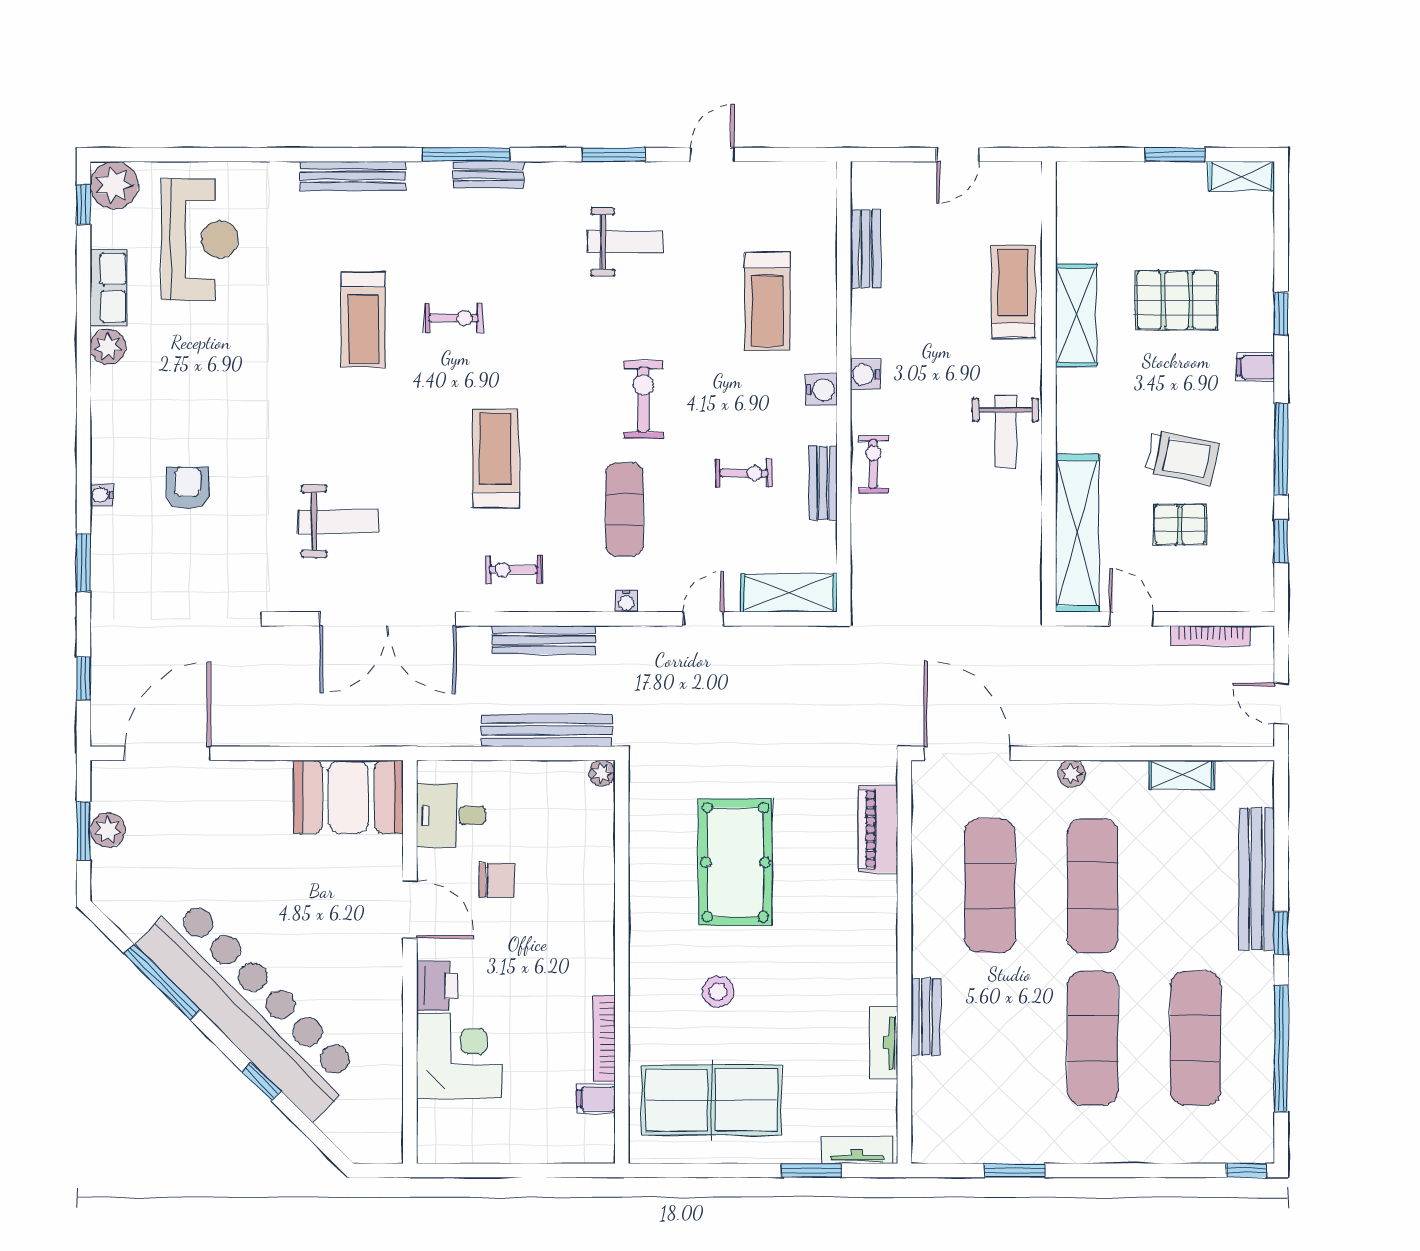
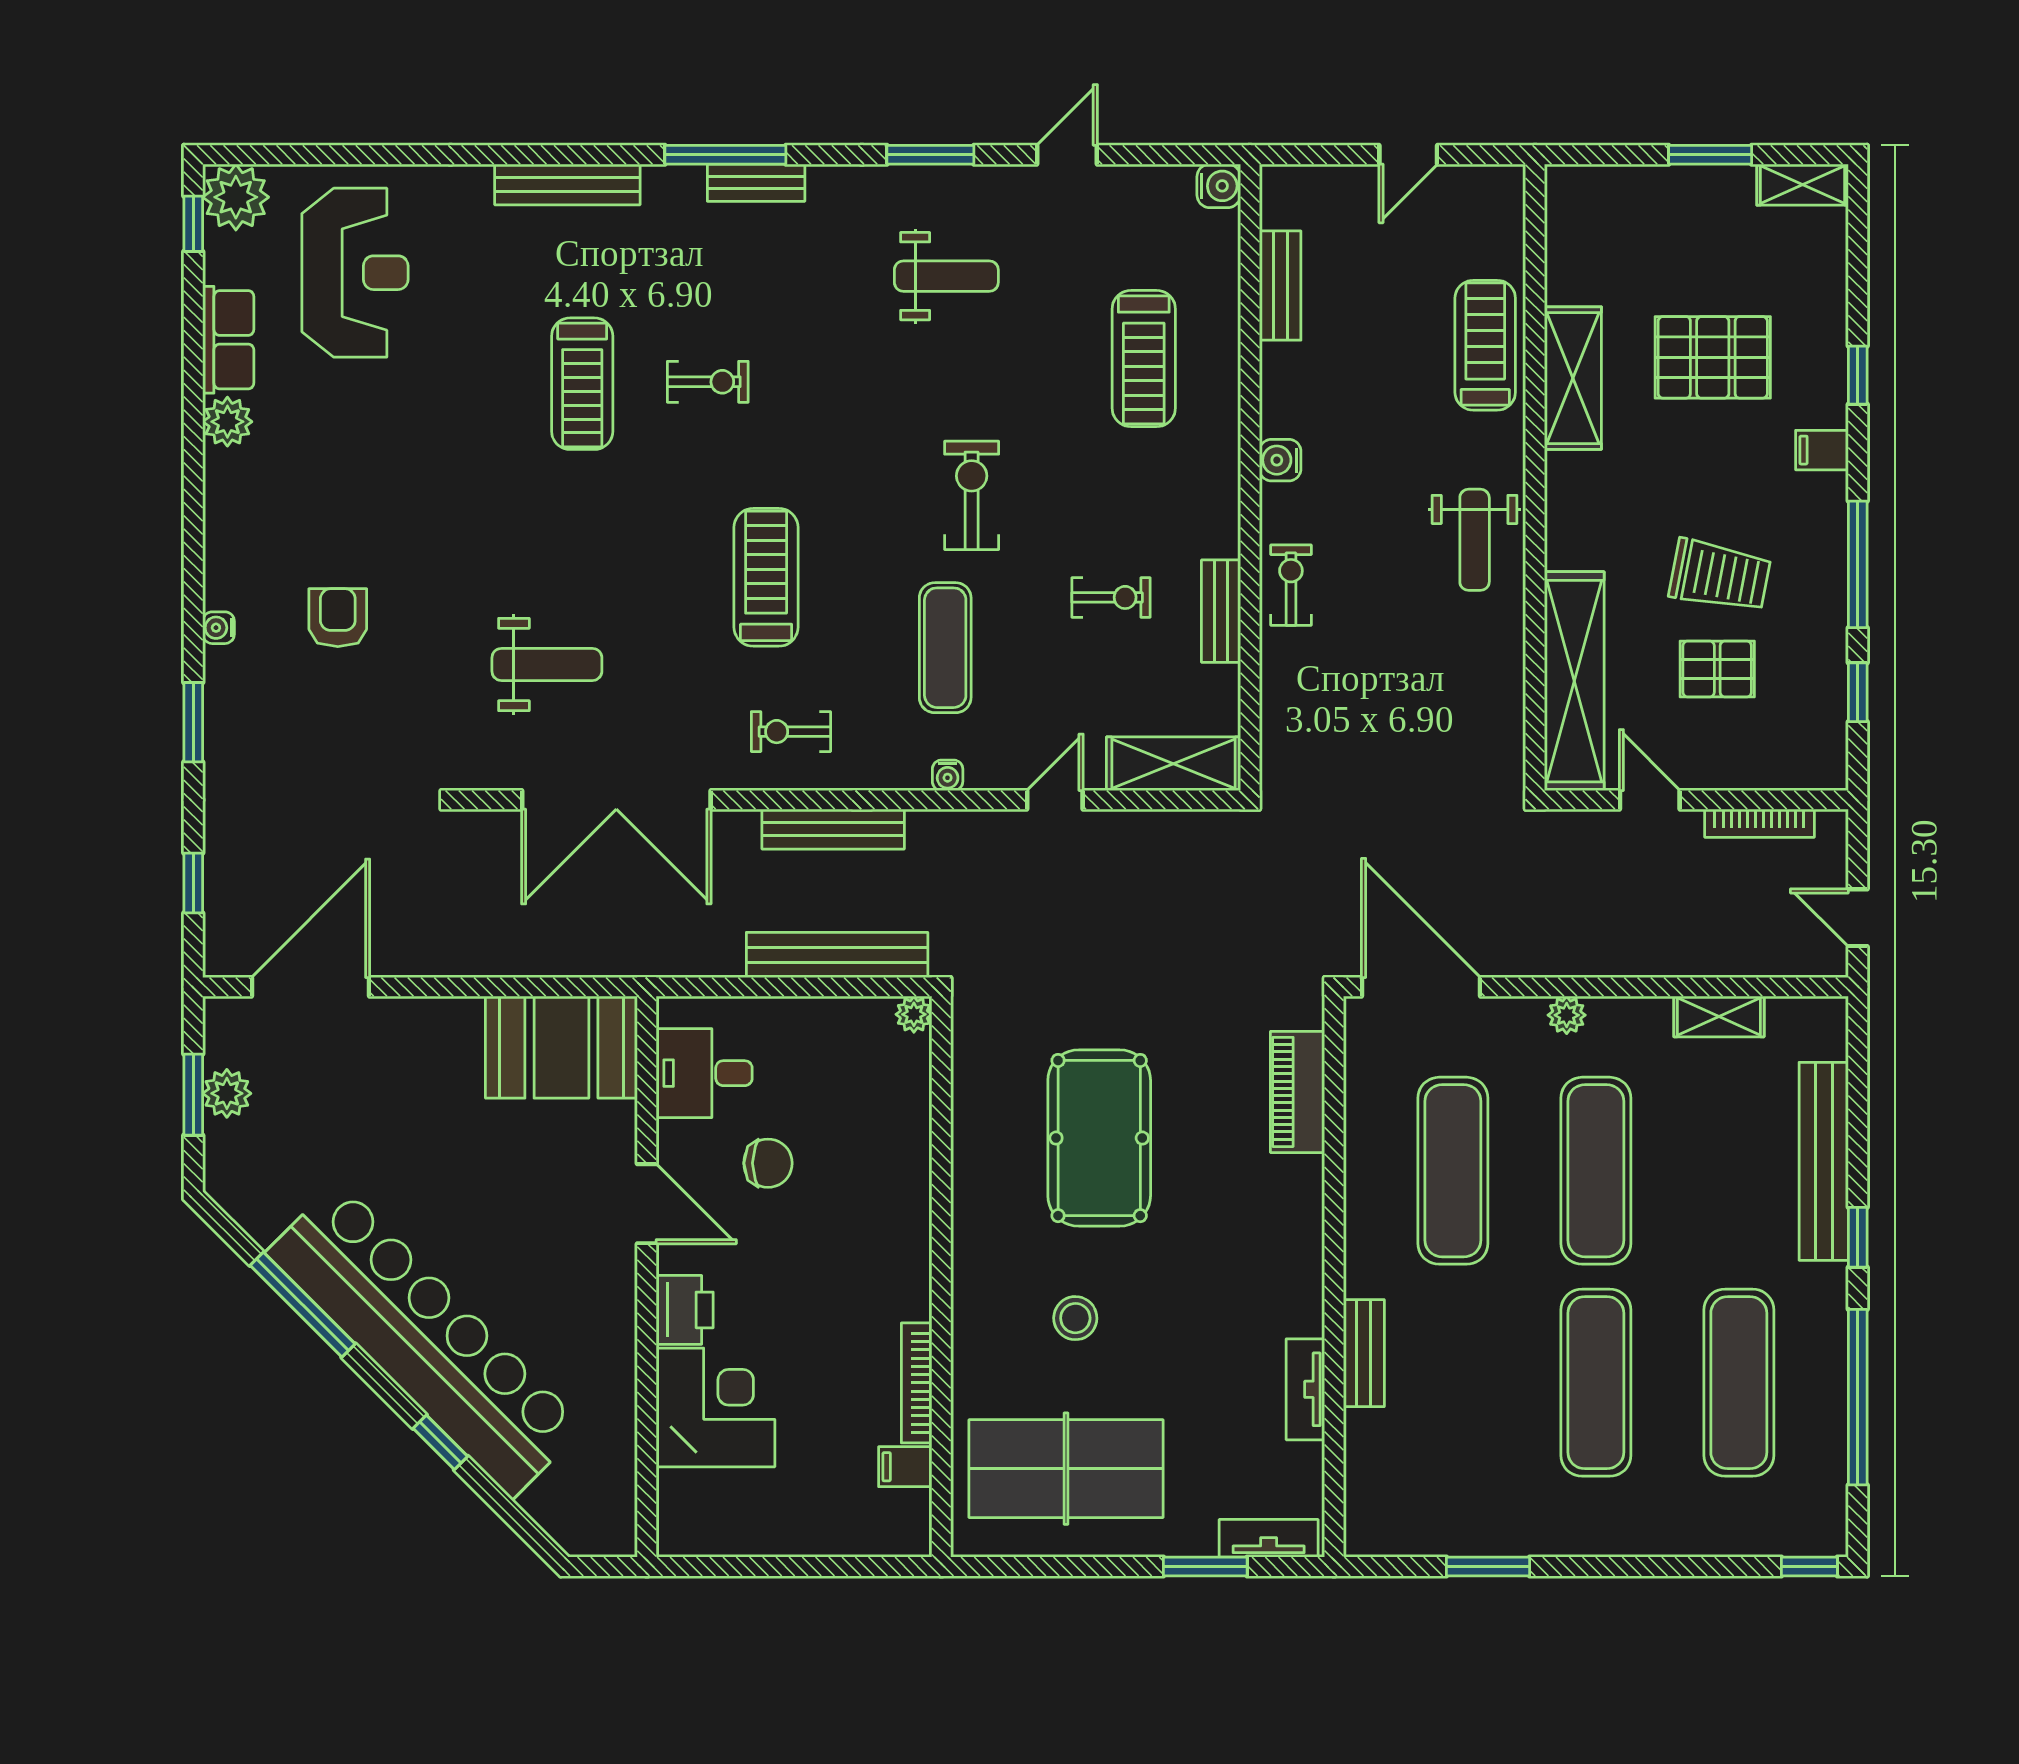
water cooler: (821, 390) -> (1219, 186), moved

